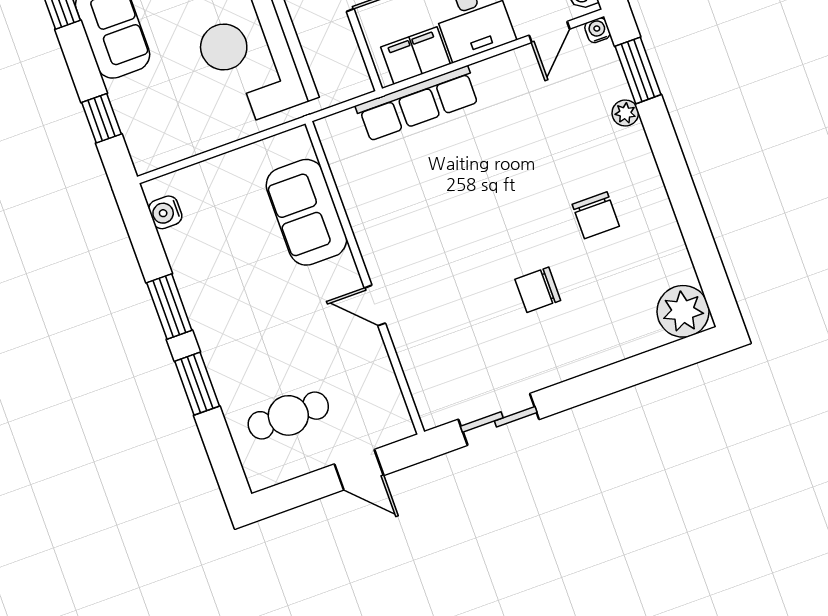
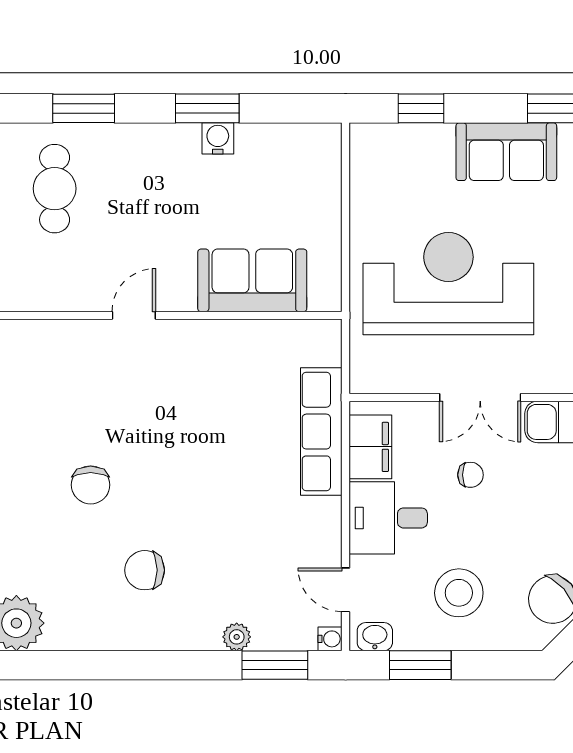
water cooler: (165, 212) -> (218, 138), moved
chair: (538, 290) -> (91, 485), turned 180
window: (197, 384) -> (84, 108), moved

